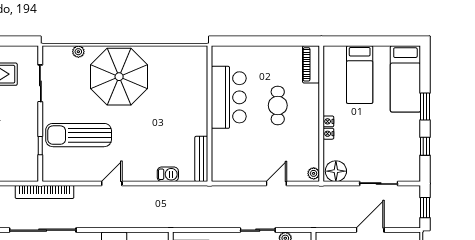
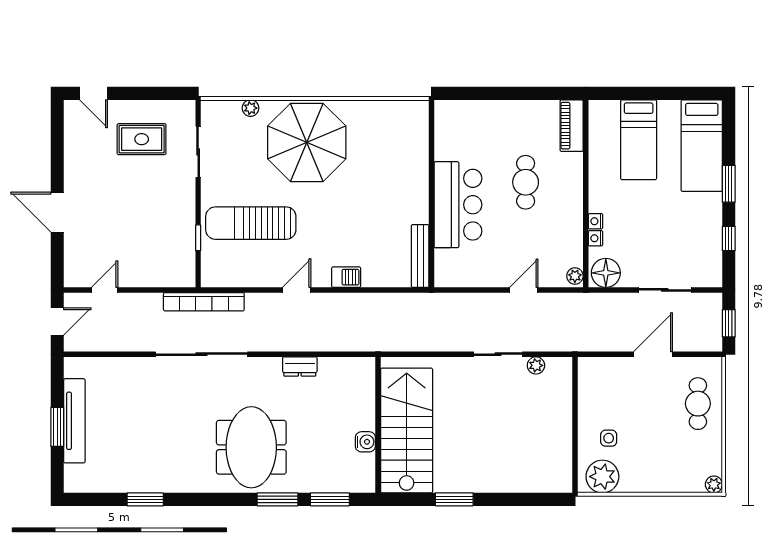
bar counter: (229, 97) -> (458, 205), moved
nightstand: (328, 121) -> (595, 238), moved
barbecue: (168, 174) -> (346, 277), moved

